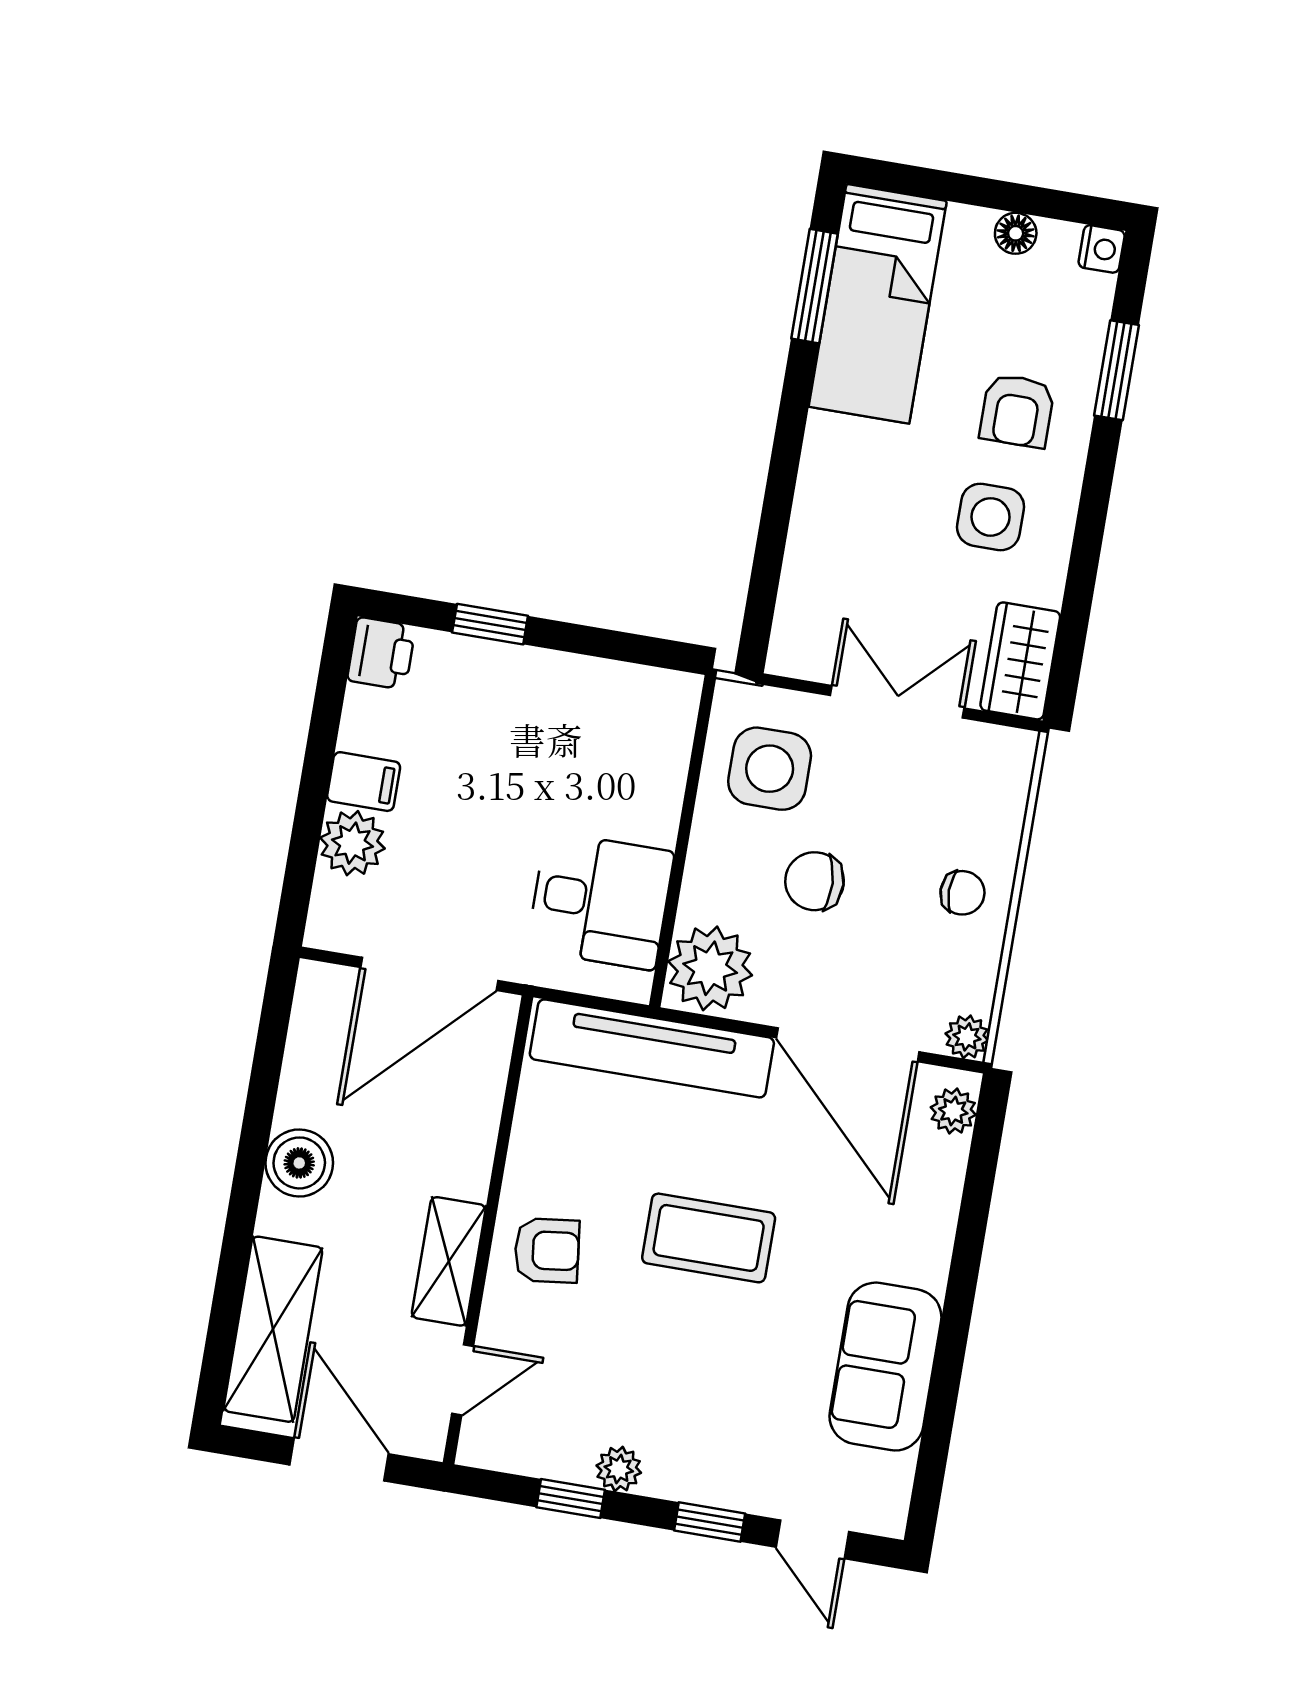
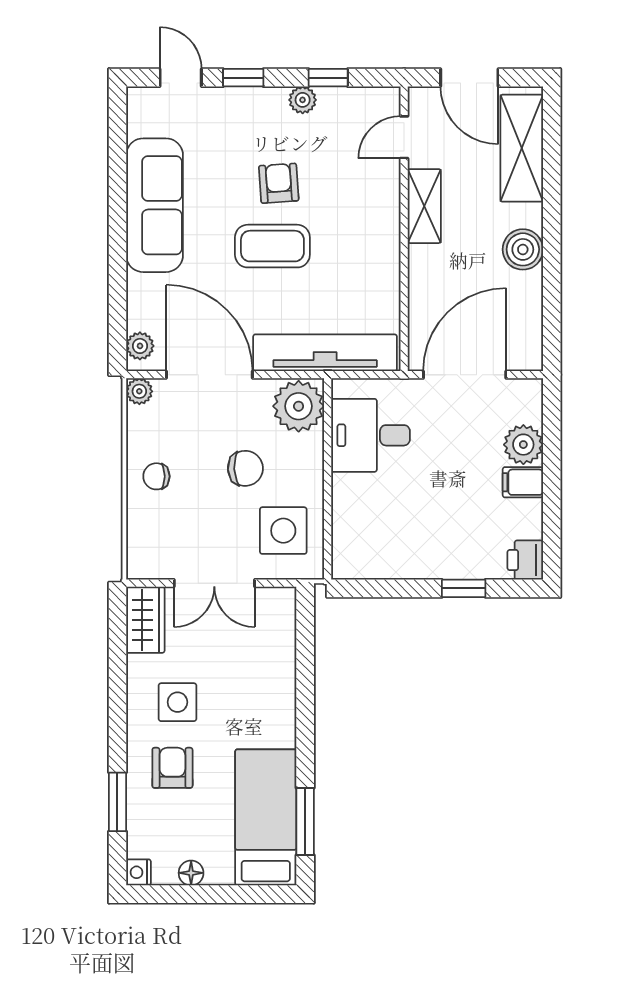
armchair: (547, 1250) -> (279, 183), moved, turned 93
sofa: (885, 1367) -> (155, 205), width x1.36

